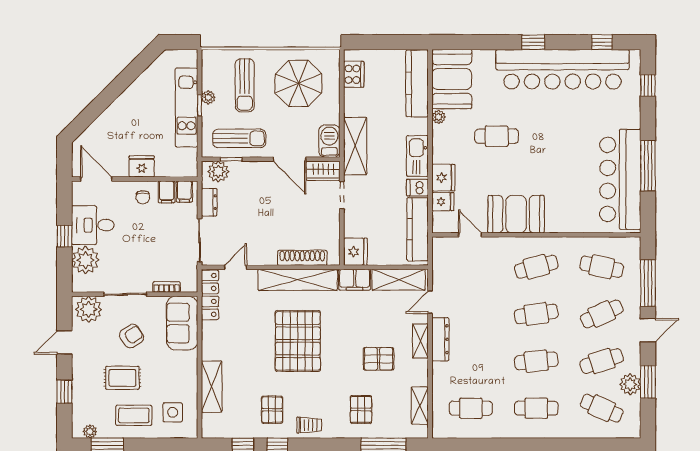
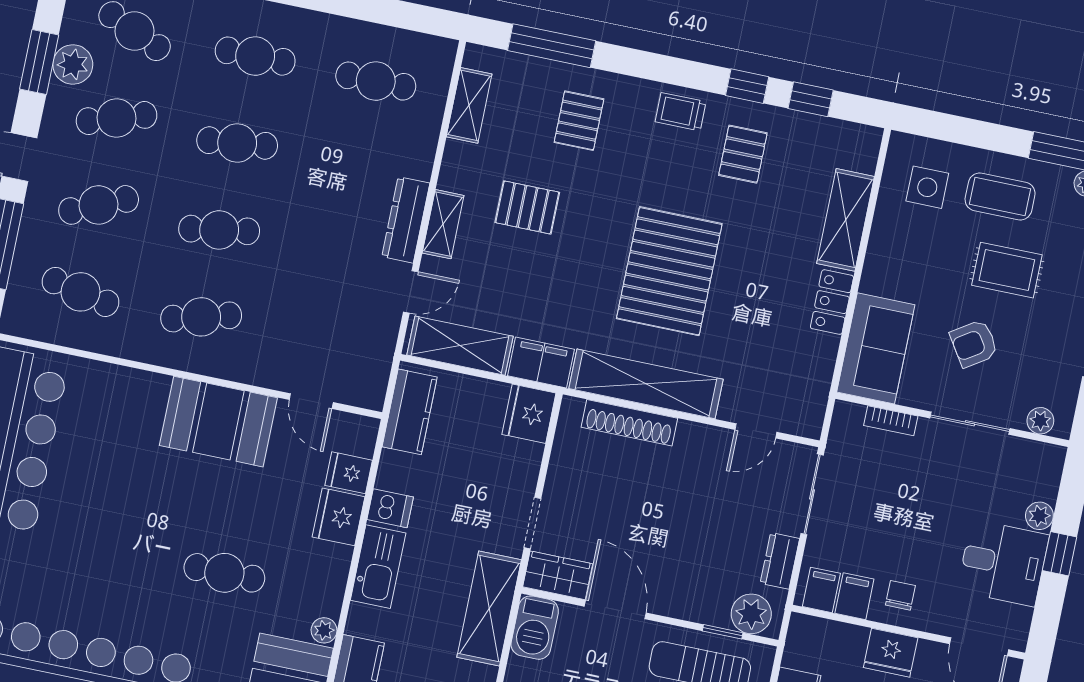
kitchen counter: (418, 229) -> (410, 412), width x0.67
plant: (85, 260) -> (1039, 516), width x0.53, depth x0.53
locker: (210, 295) -> (832, 302), moved, width x0.66
plant: (89, 309) -> (1040, 421), width x0.53, depth x0.53

